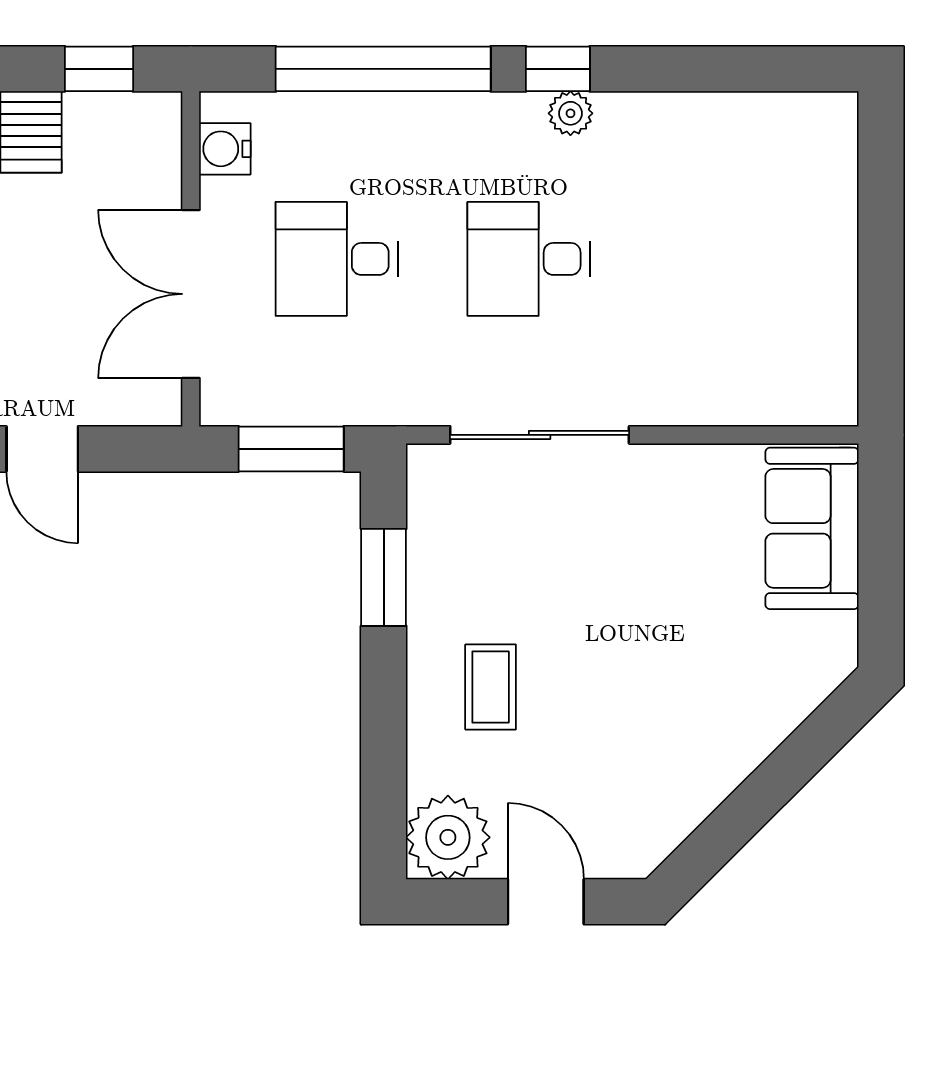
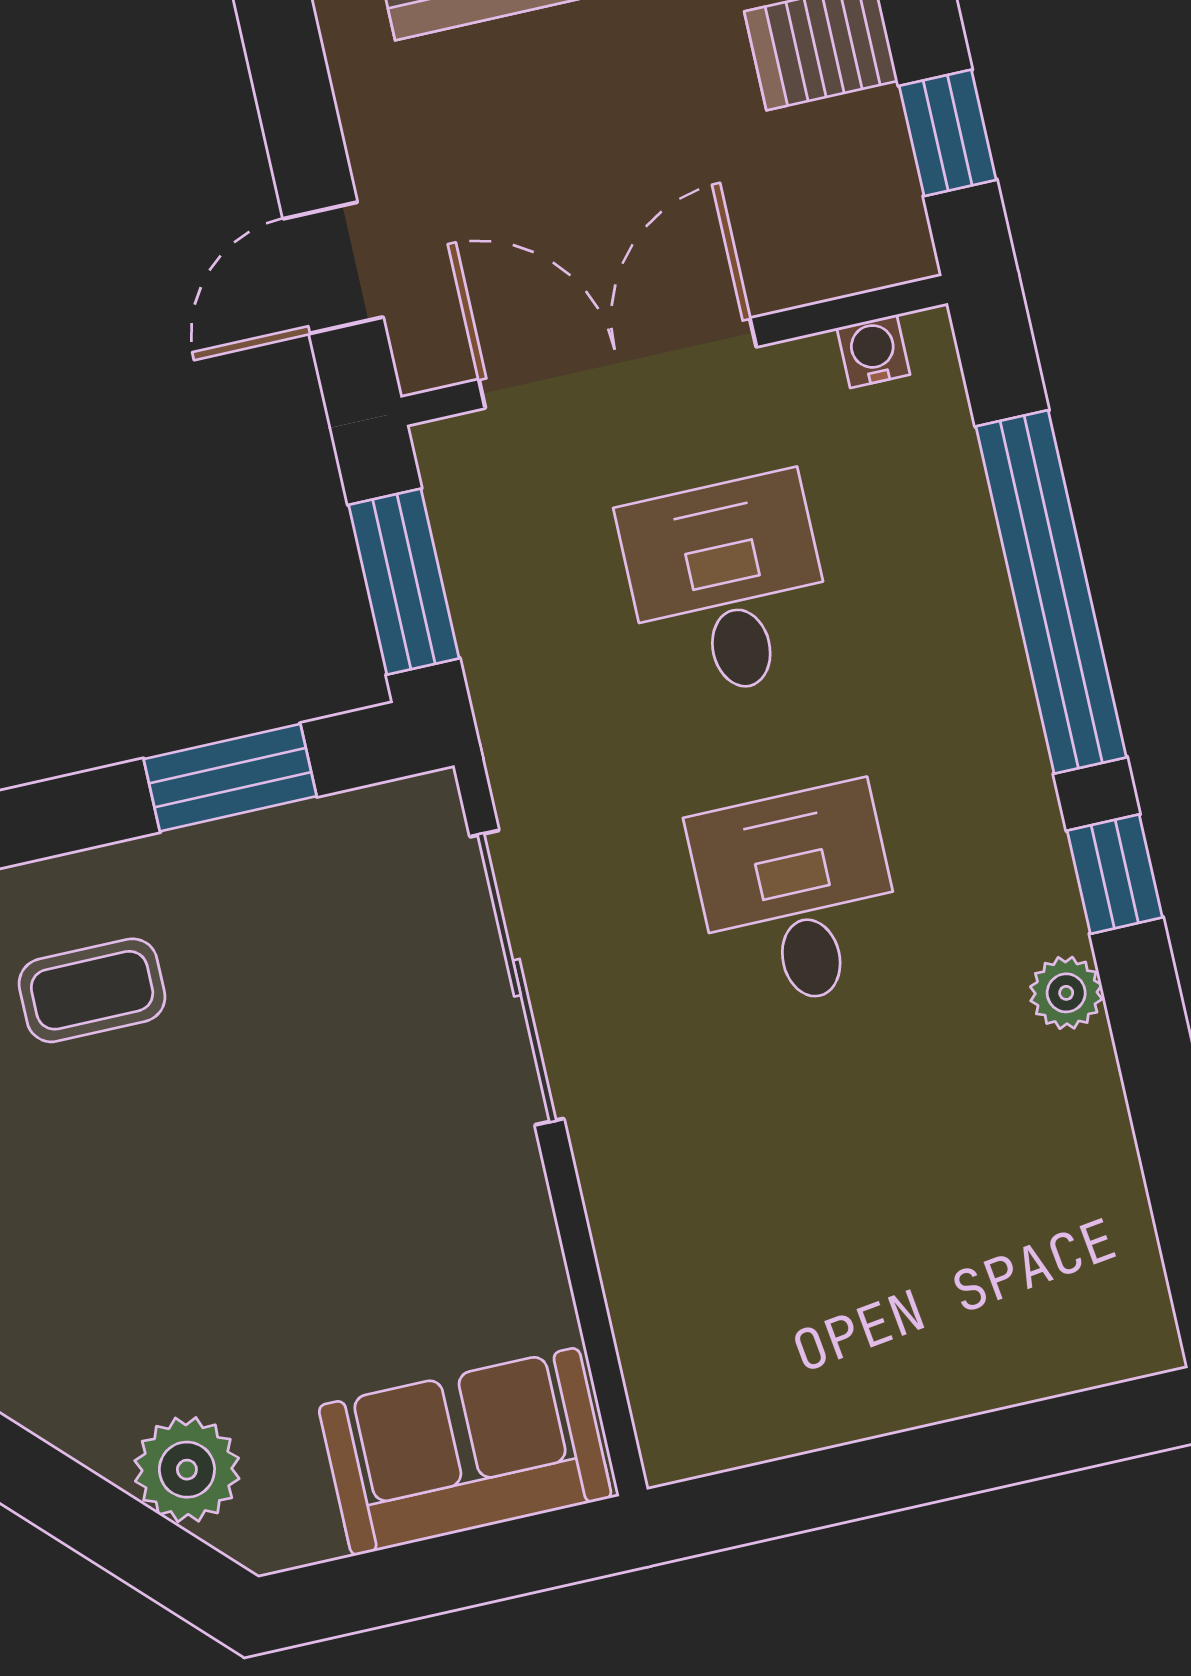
plant: (570, 113) -> (1066, 993), moved
water cooler: (225, 149) -> (873, 351), width x0.72, depth x0.72
door: (42, 449) -> (333, 268), moved
plant: (786, 695) -> (187, 1470), added

